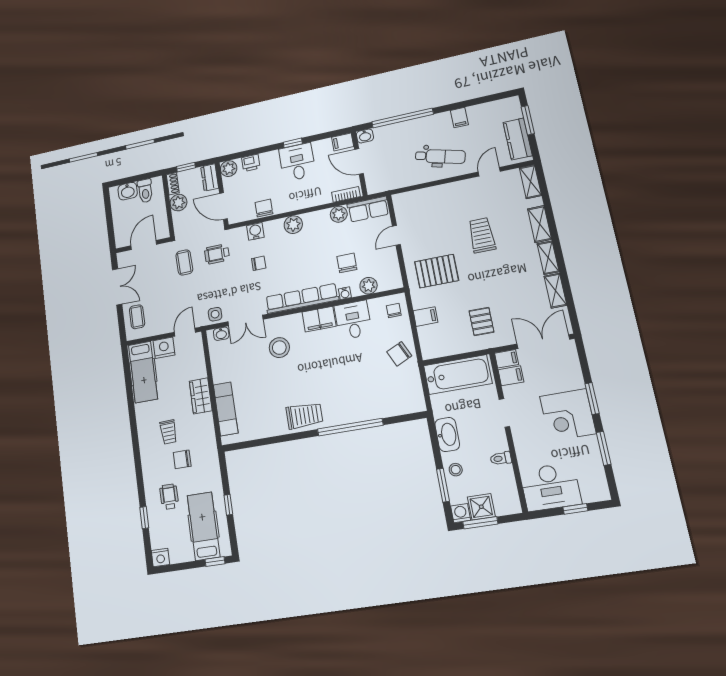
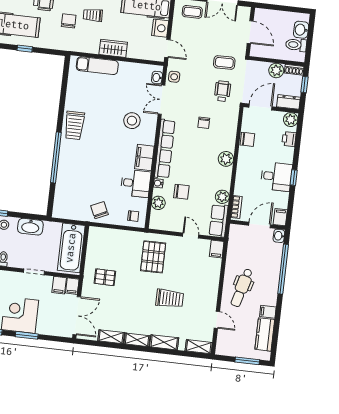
kitchen counter: (518, 139) -> (265, 334), moved, turned -90
water cooler: (255, 231) -> (231, 127), removed
filing cabinet: (426, 317) -> (217, 249), moved

